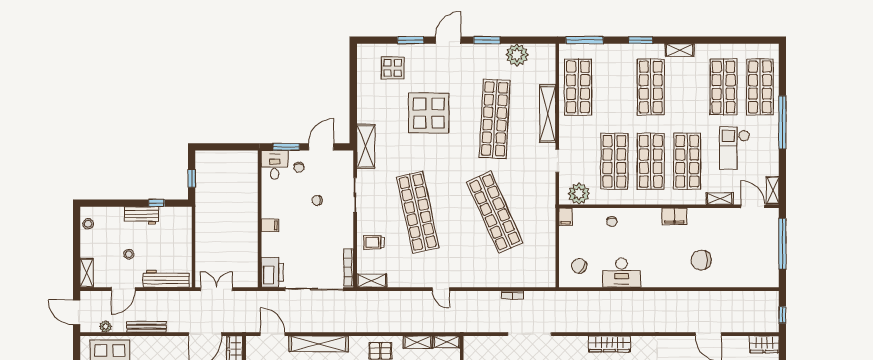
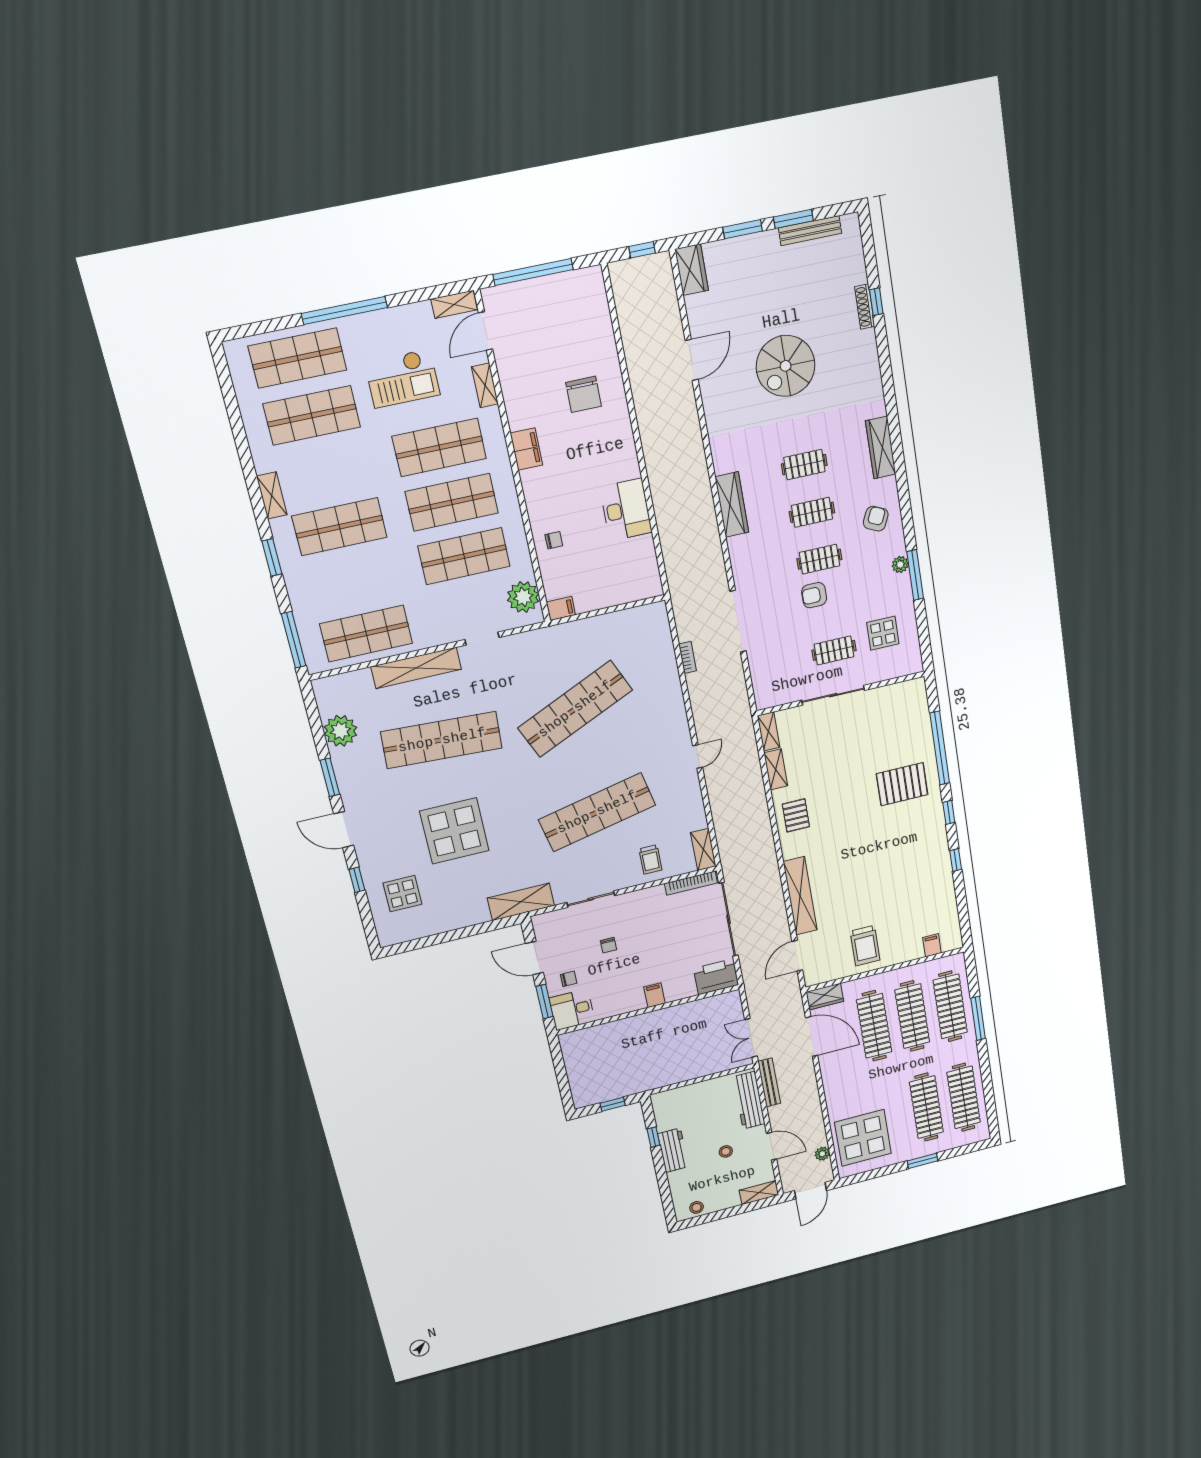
window: (410, 40) -> (357, 880), width x0.67
chair: (579, 266) -> (628, 573), removed
bench: (146, 327) -> (769, 1082), moved

